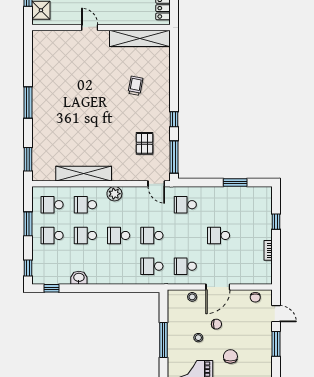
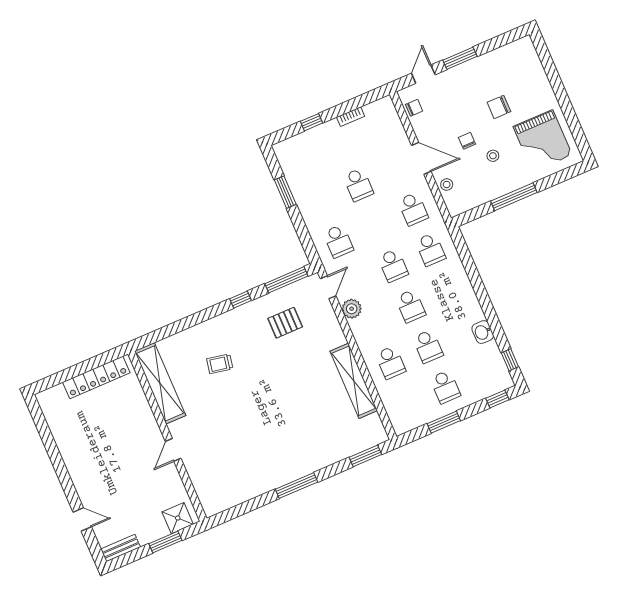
plant: (114, 194) -> (352, 309), moved
school desk: (52, 205) -> (408, 403), removed

